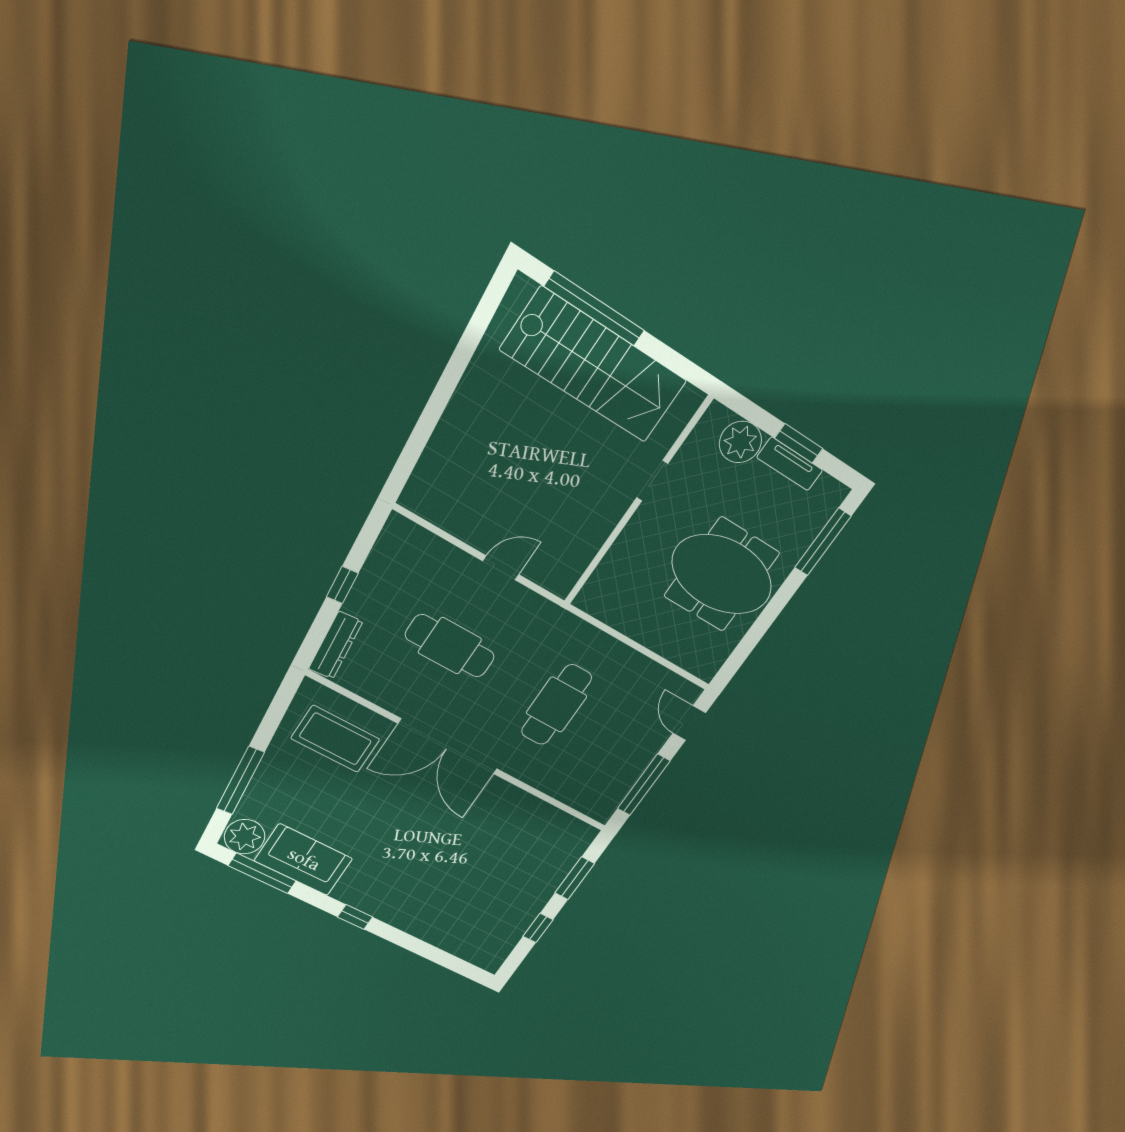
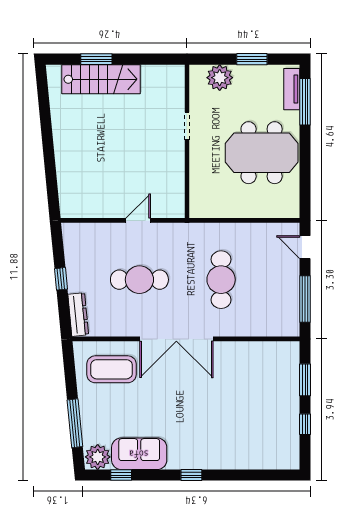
window: (595, 309) -> (96, 59), width x0.47
stairs: (594, 365) -> (101, 79), width x0.73, depth x0.66
tv unit: (790, 464) -> (292, 89), moved, turned 90
window: (262, 873) -> (121, 475), width x0.46

